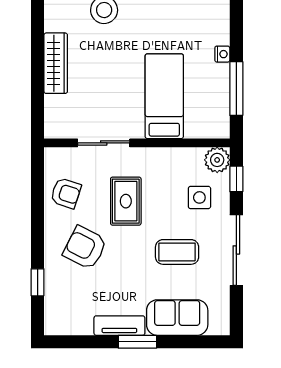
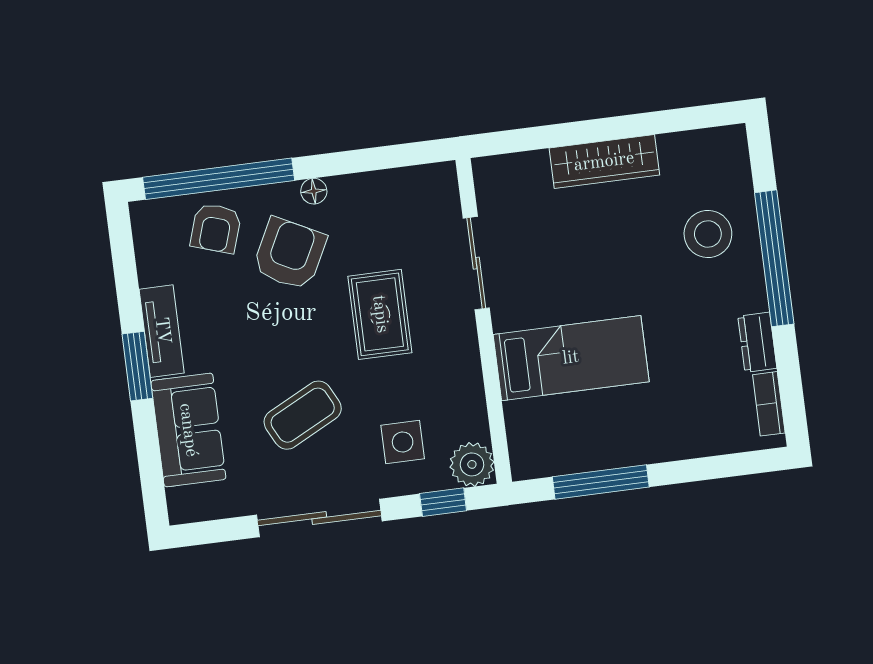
nightstand: (222, 54) -> (658, 450), removed
armchair: (66, 193) -> (216, 228), moved
rug: (126, 201) -> (380, 314), turned 90
floor lamp: (51, 229) -> (314, 191), added
coffee table: (177, 252) -> (303, 415), turned 63
window: (38, 282) -> (219, 179), width x3.17

